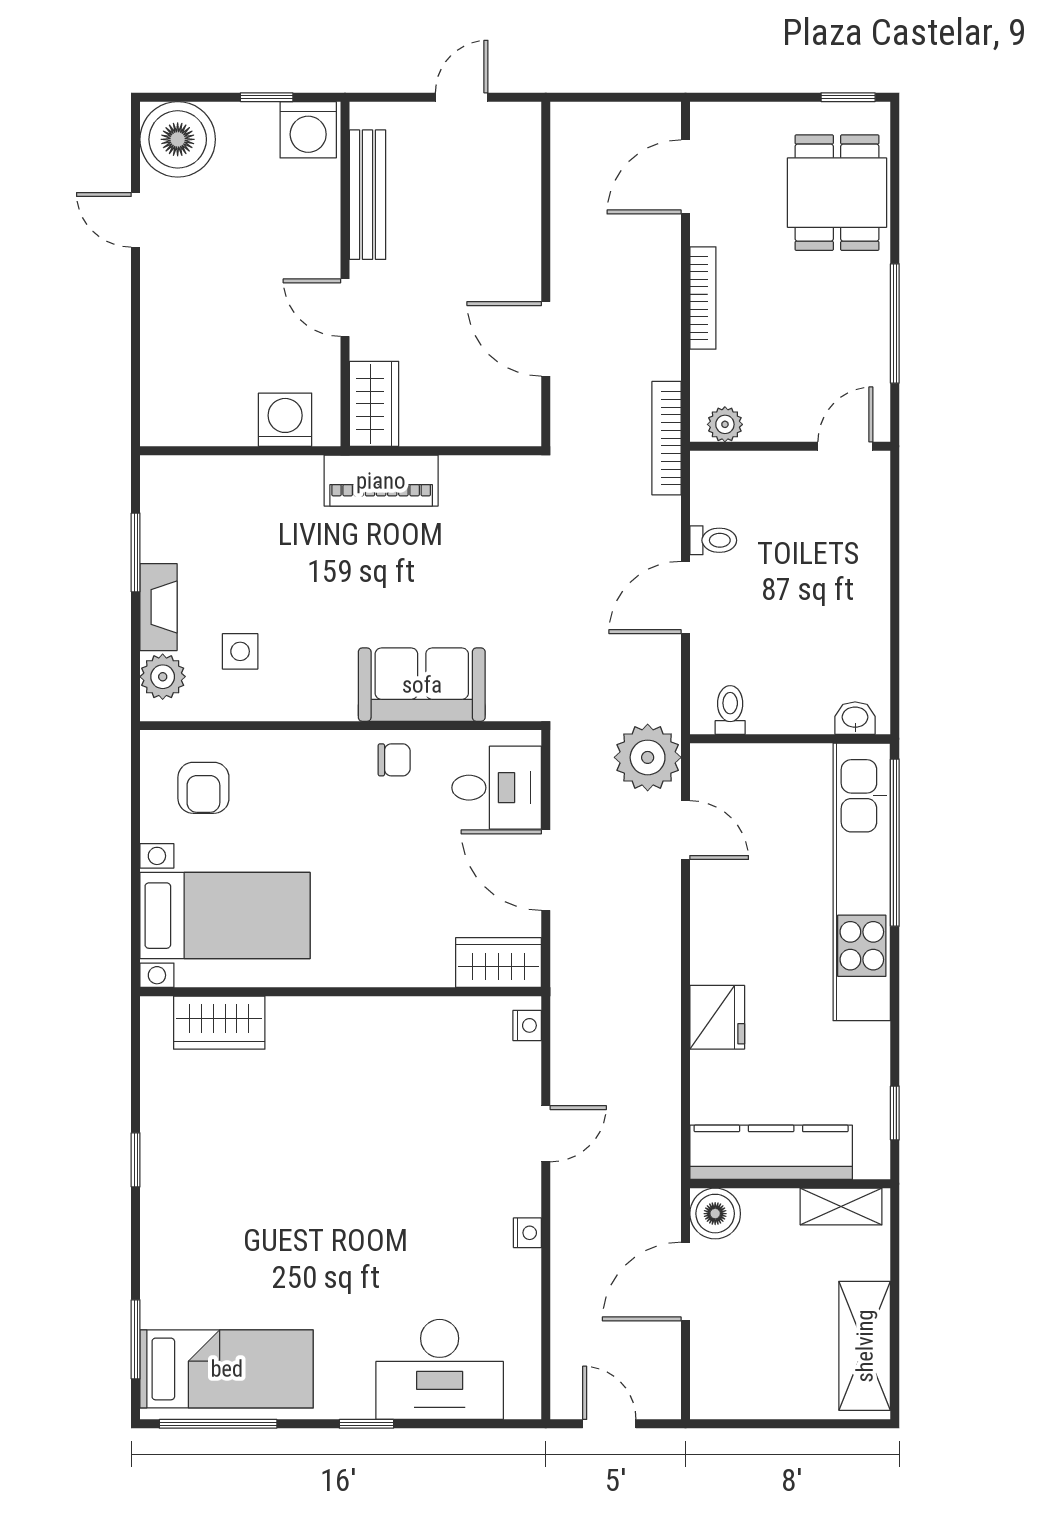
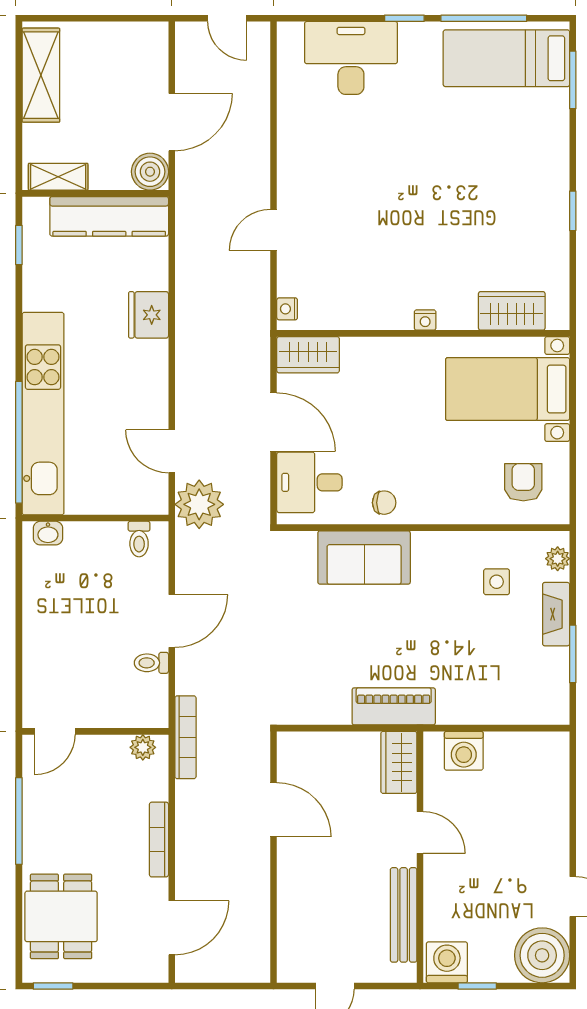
plant: (163, 677) -> (558, 559), width x0.73, depth x0.73
chair: (394, 760) -> (384, 503), turned 180
nightstand: (527, 1233) -> (425, 320), moved, turned -90
window: (218, 1424) -> (484, 18), moved

